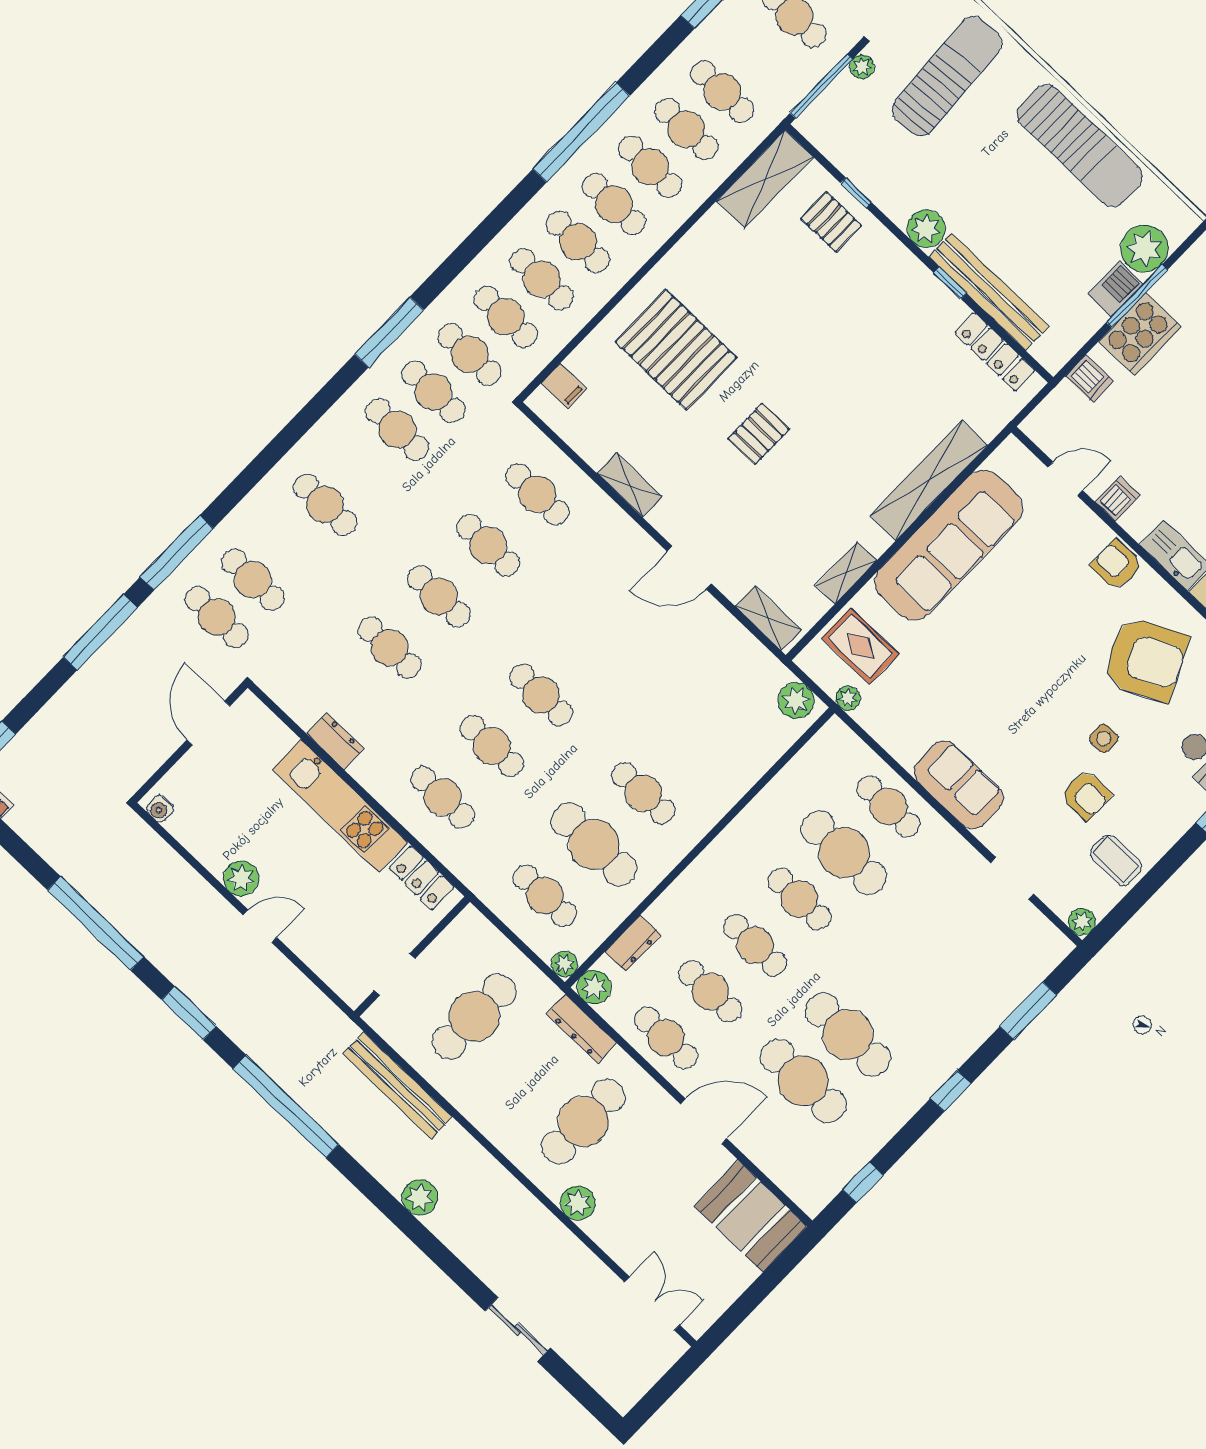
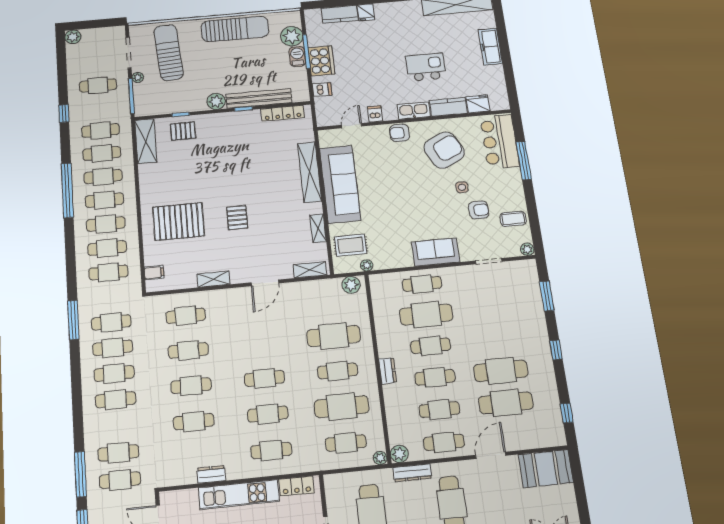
cafe table: (470, 354) -> (114, 374), moved
cafe table: (693, 742) -> (334, 336), added
dresser: (633, 943) -> (388, 371), moved

